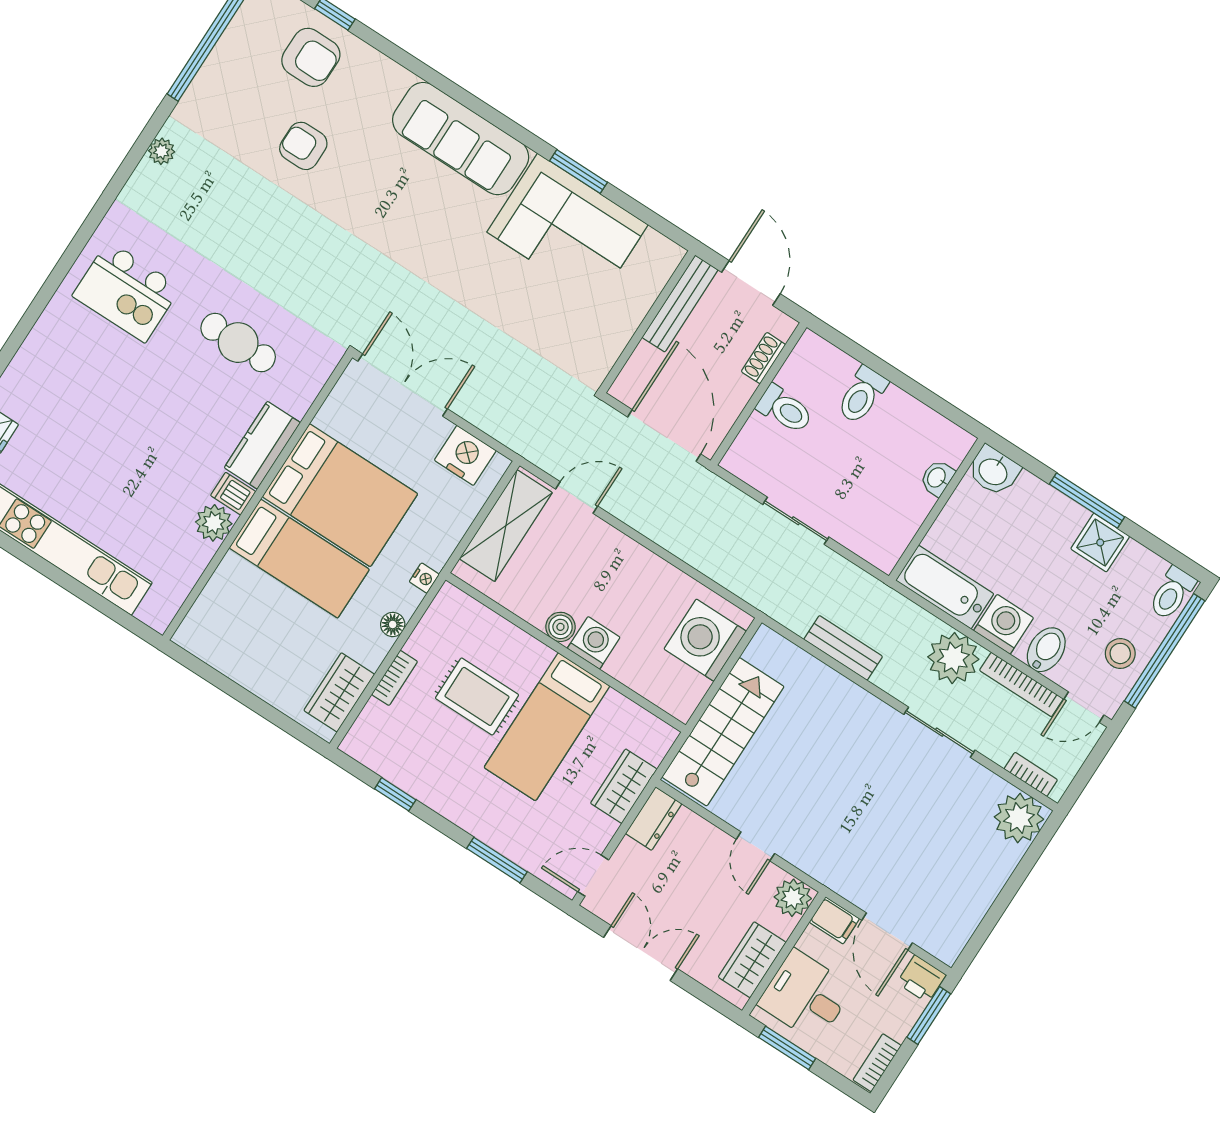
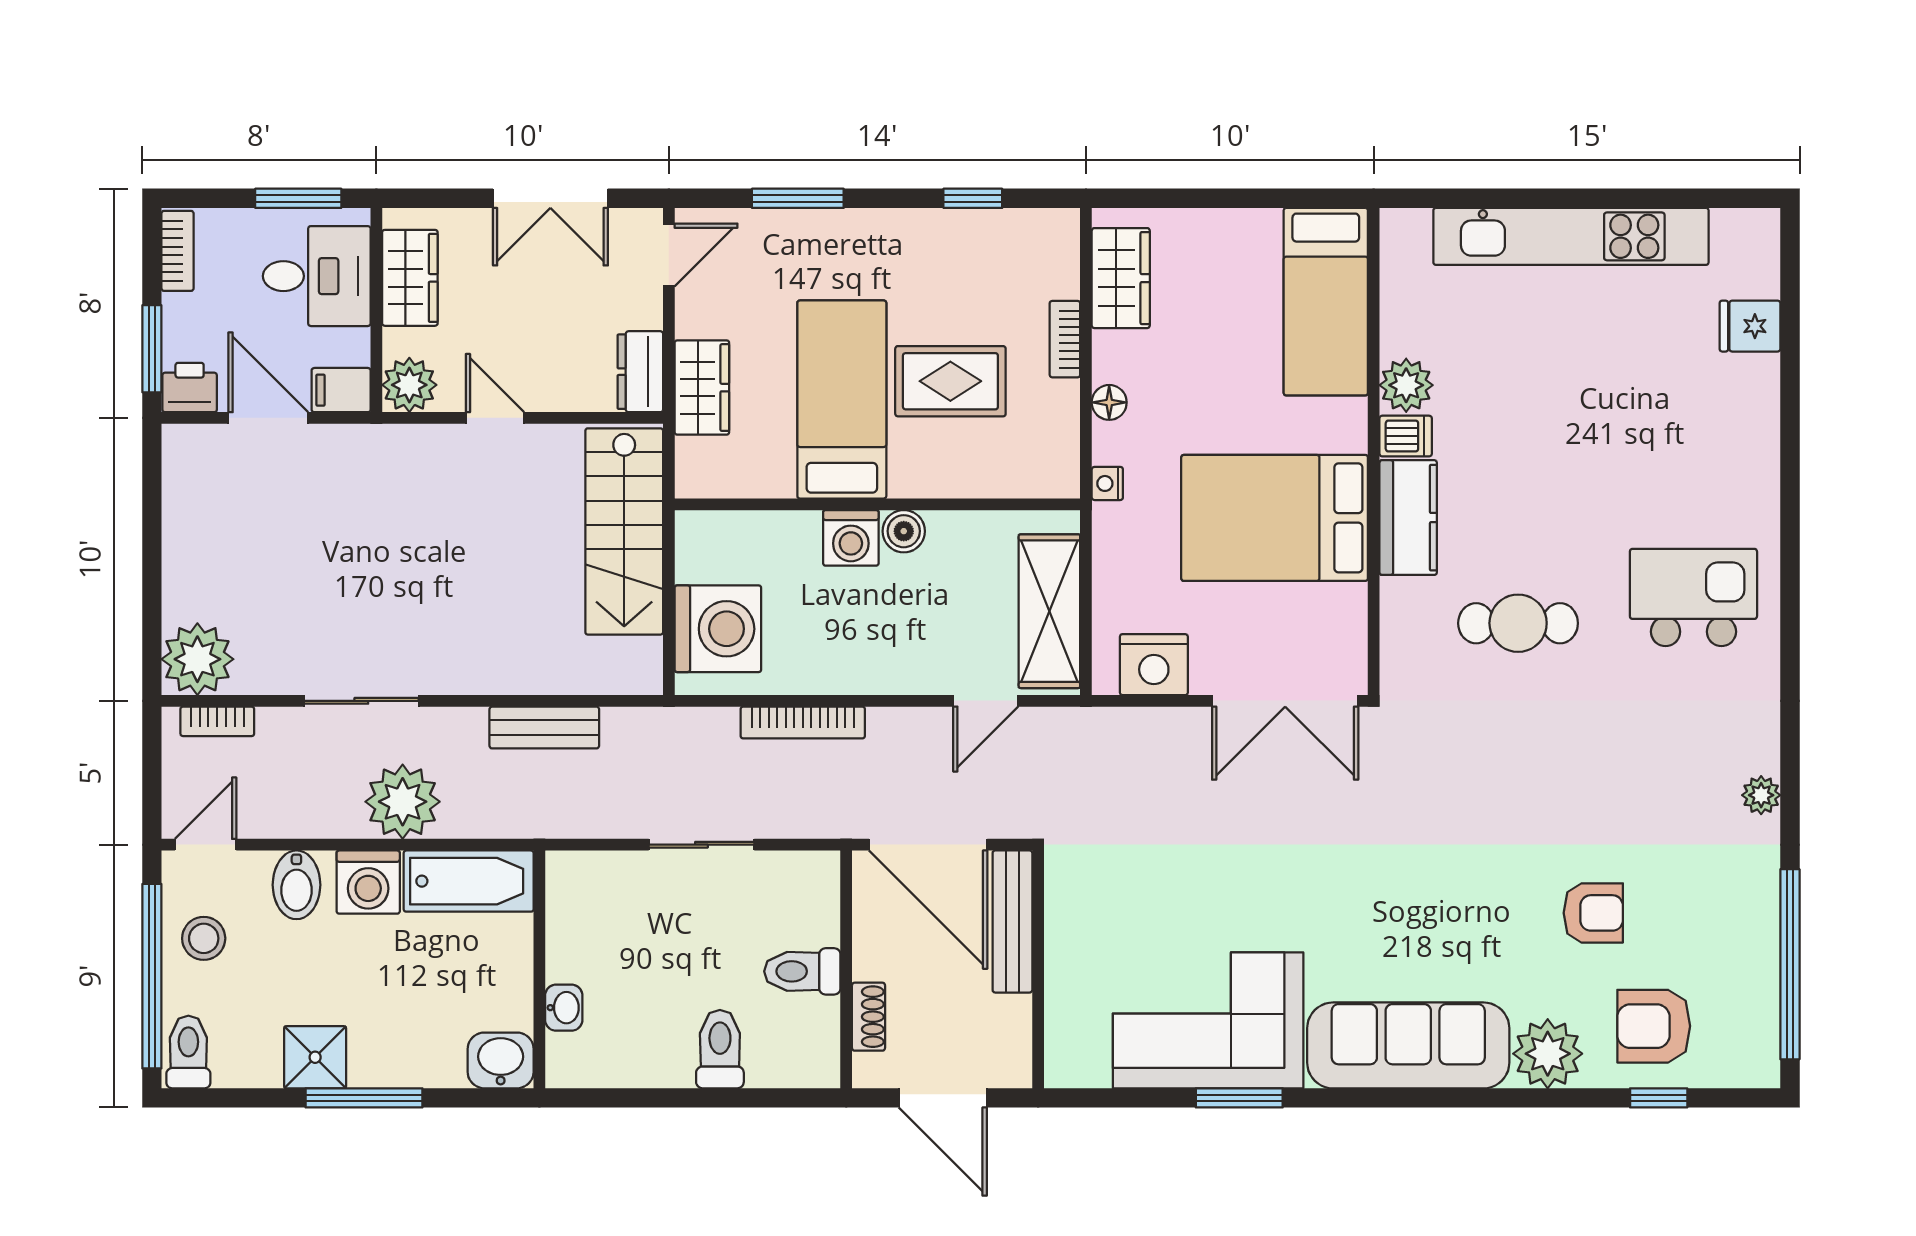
plant: (383, 81) -> (1548, 1054), added
bench: (680, 304) -> (1012, 921), moved
bed: (299, 559) -> (1326, 302), moved, turned -90
bookcase: (1021, 685) -> (803, 723), moved, turned 180

